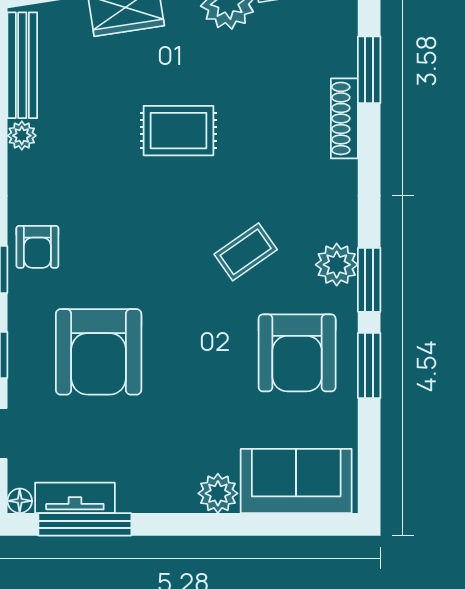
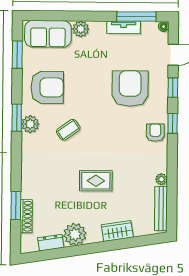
shoe rack: (344, 118) -> (26, 216), moved
armchair: (297, 353) -> (47, 87), turned 90
window: (369, 365) -> (17, 55), moved
tv unit: (75, 498) -> (124, 27), moved

